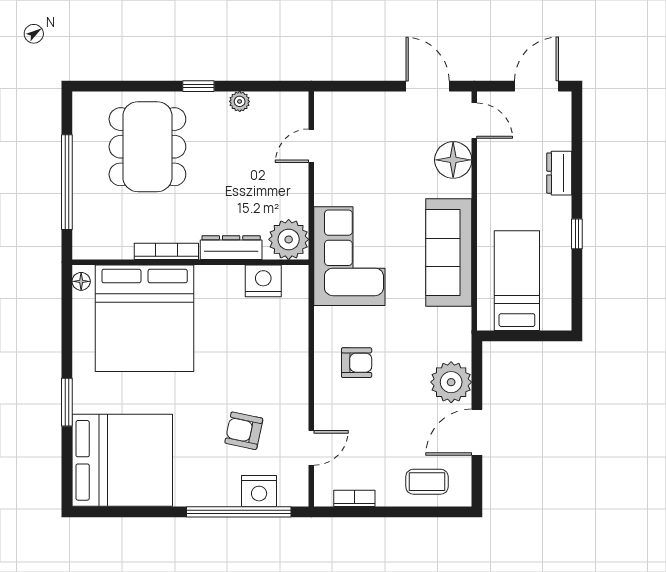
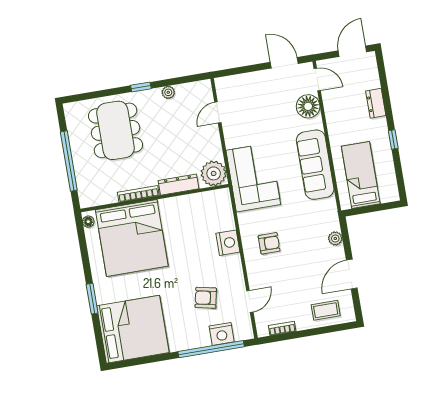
nightstand: (263, 281) -> (228, 243), moved, turned 90
plant: (451, 382) -> (335, 238), width x0.53, depth x0.53

